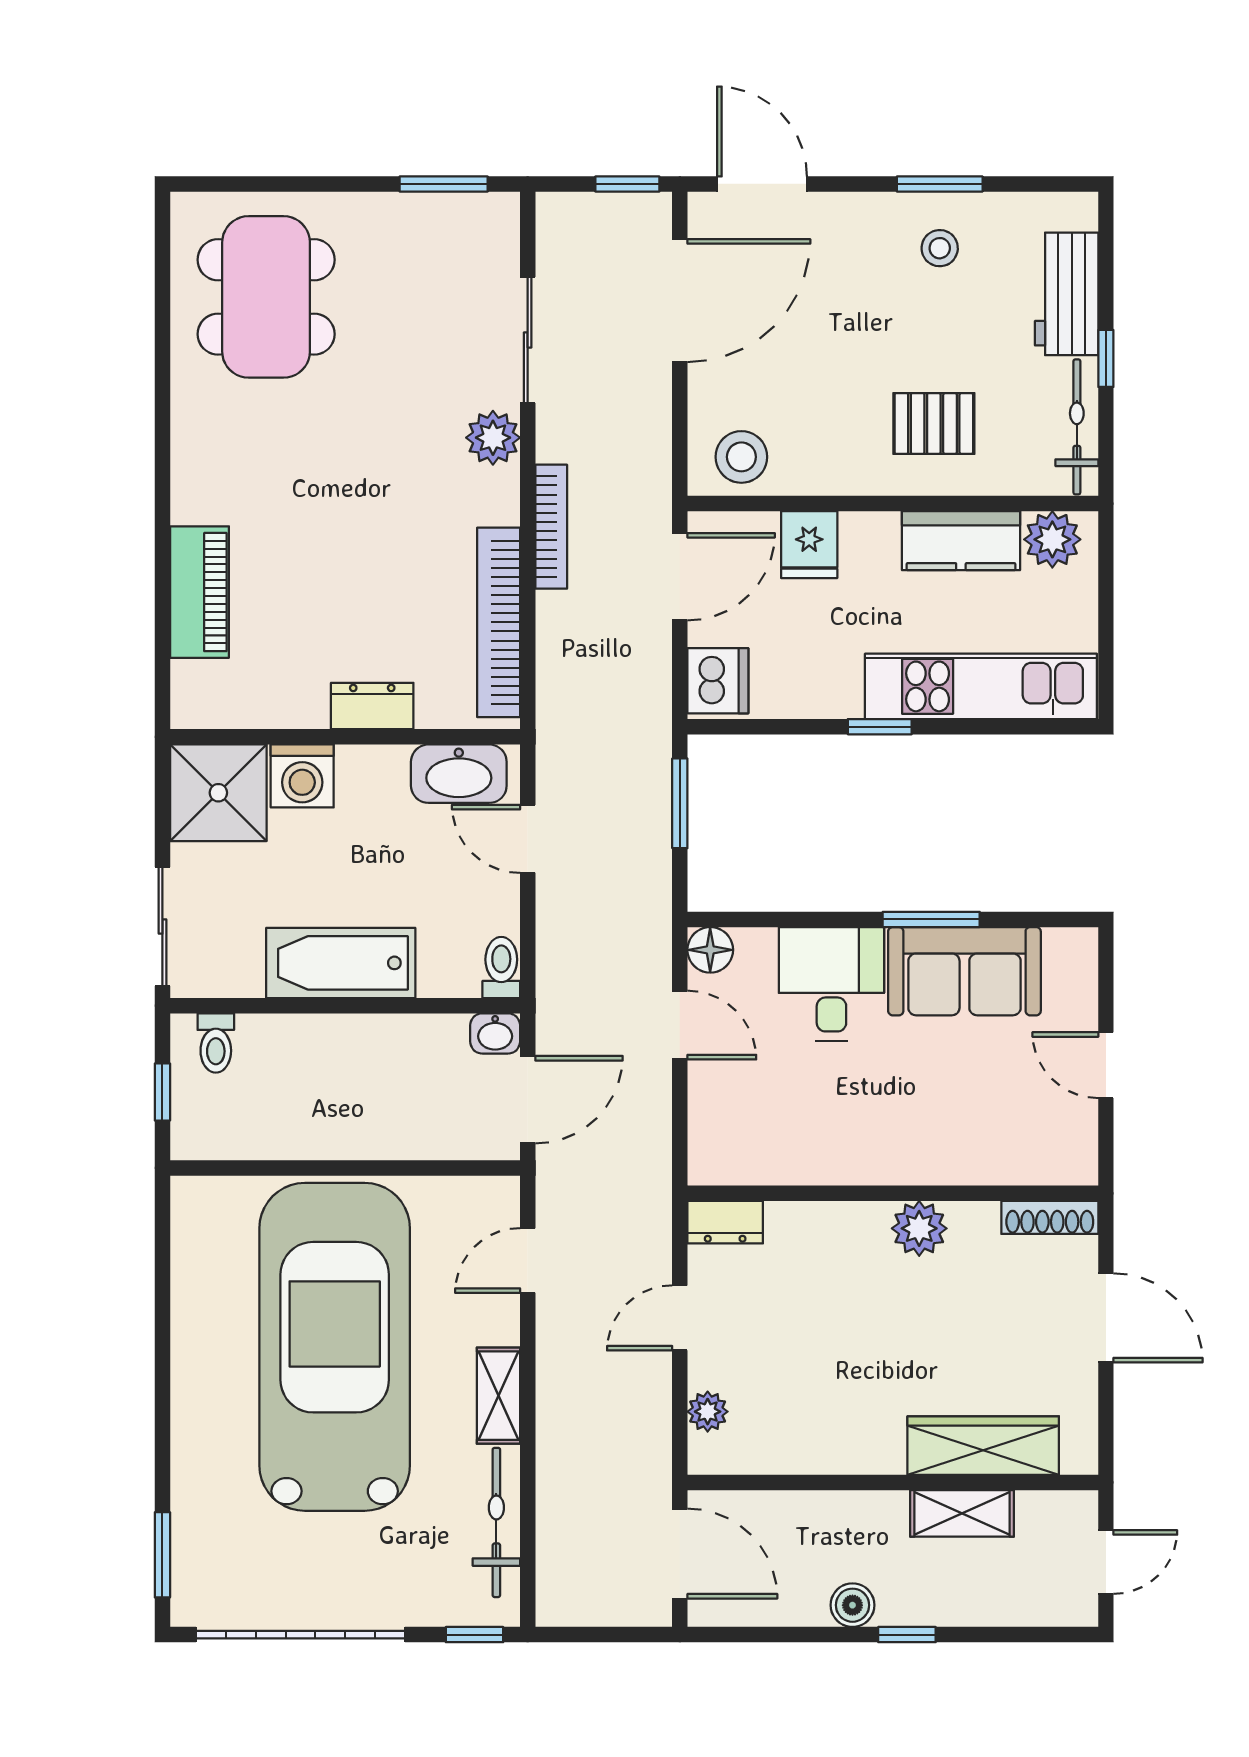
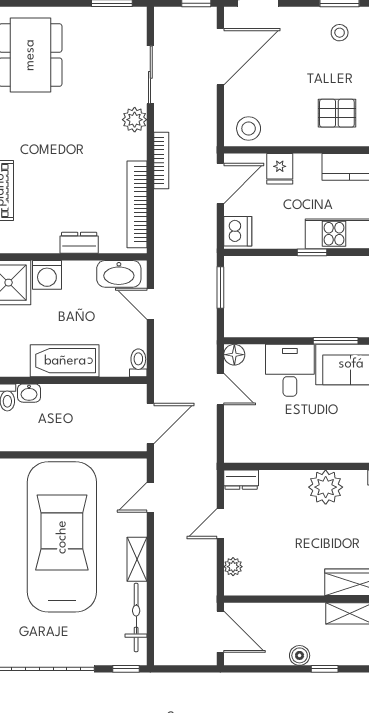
washbasin: (495, 1033) -> (29, 393), moved
plant: (919, 1228) -> (326, 487), width x1.36, depth x1.36

